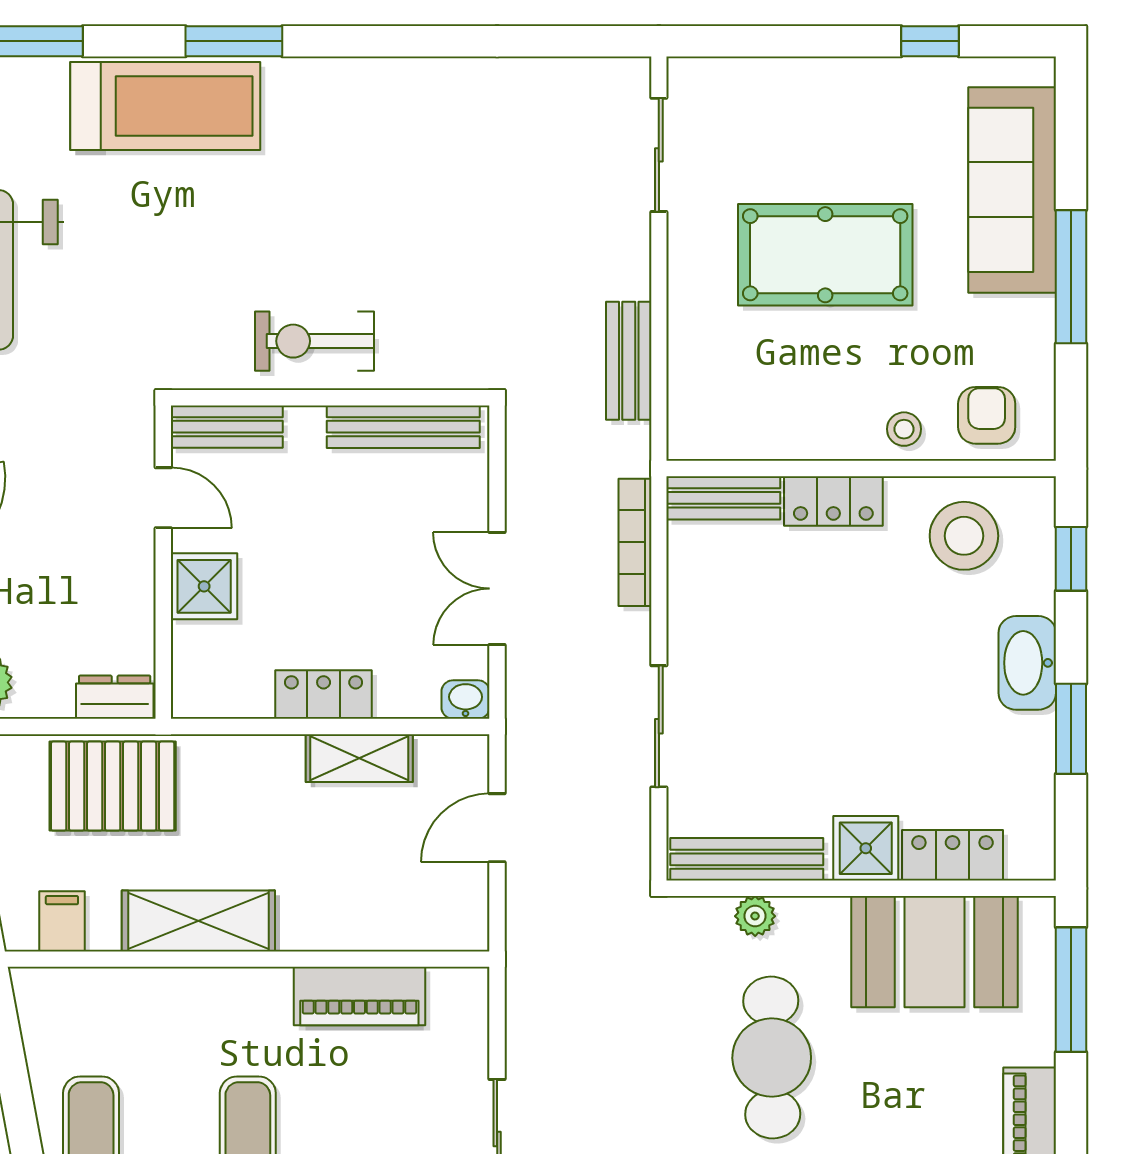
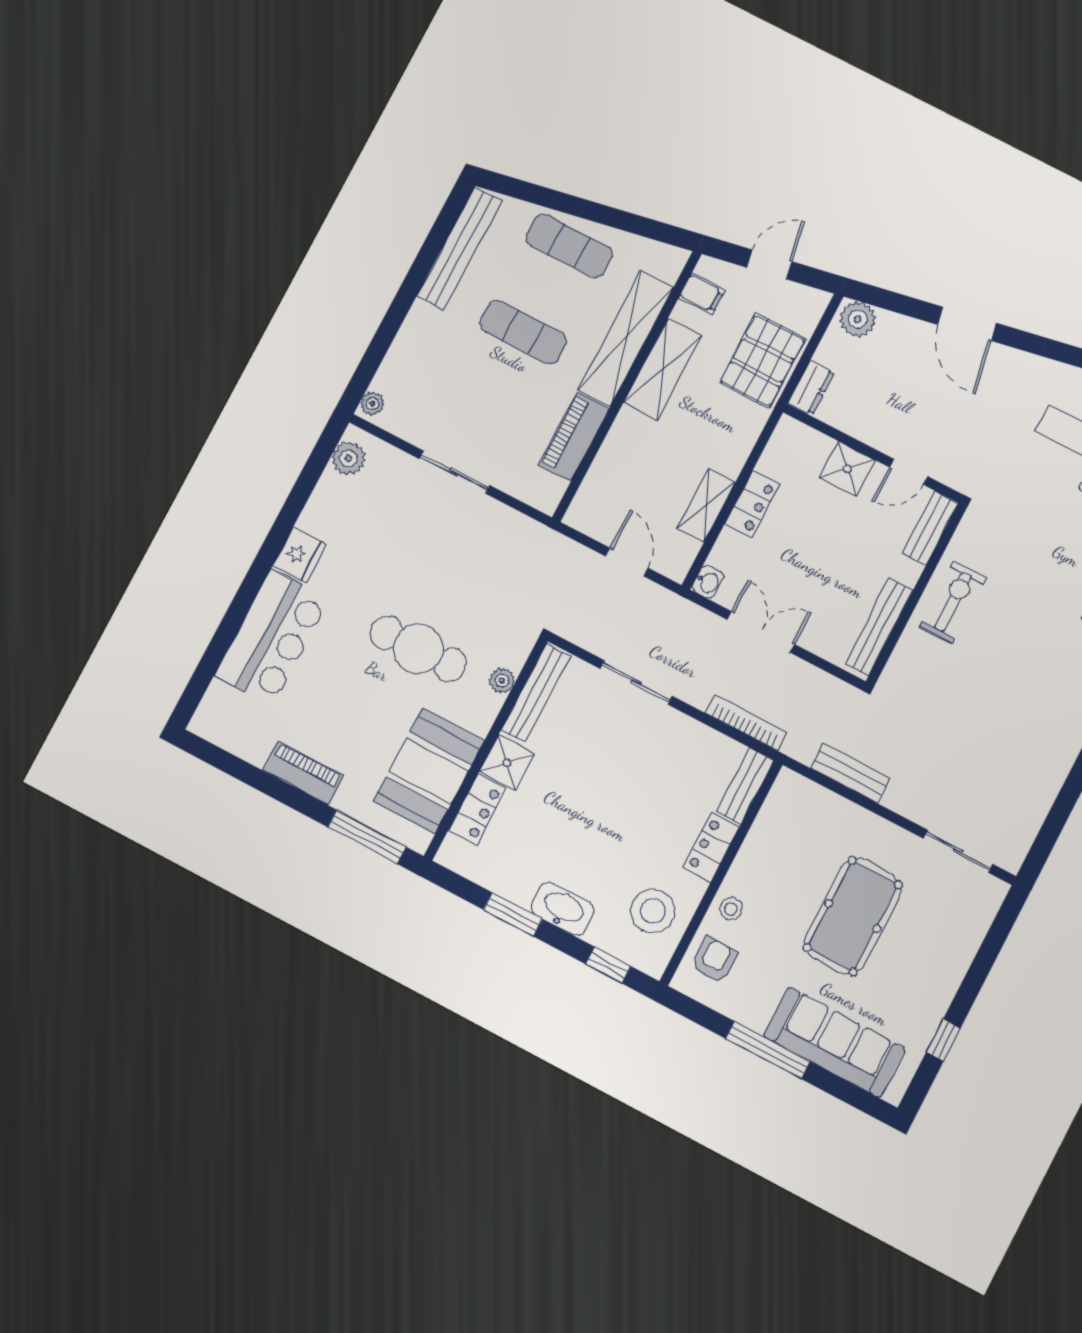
armchair: (987, 415) -> (714, 960), turned -90
shelving: (182, 996) -> (626, 339), added

